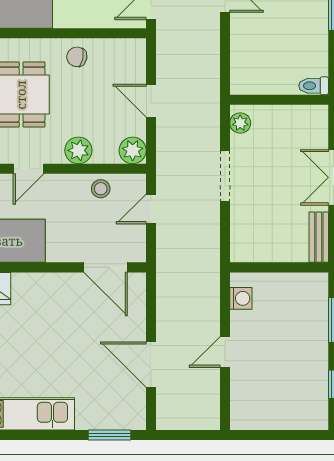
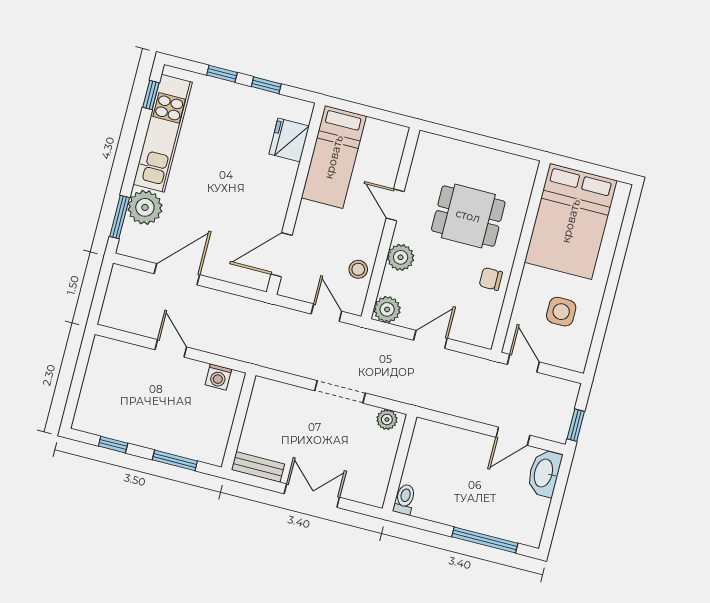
chair: (77, 57) -> (491, 279), turned -101
plant: (94, 413) -> (145, 207), added

